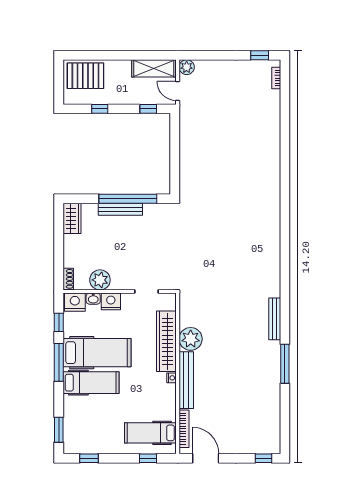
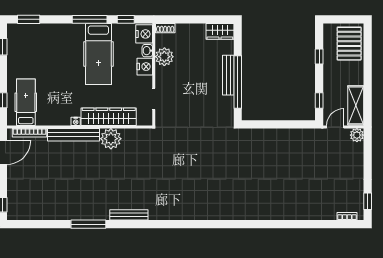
hospital bed: (91, 383) -> (71, 49), removed

